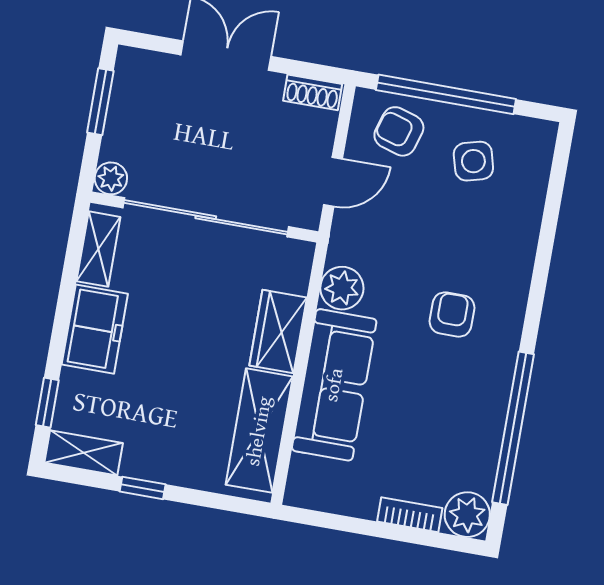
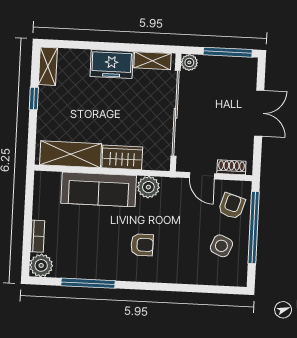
shoe rack: (313, 92) -> (231, 167), moved, turned 90
window: (100, 102) -> (228, 52), width x1.44
side table: (473, 161) -> (221, 246), turned 38
window: (47, 403) -> (71, 44), removed
window: (513, 428) -> (88, 283), width x0.68

